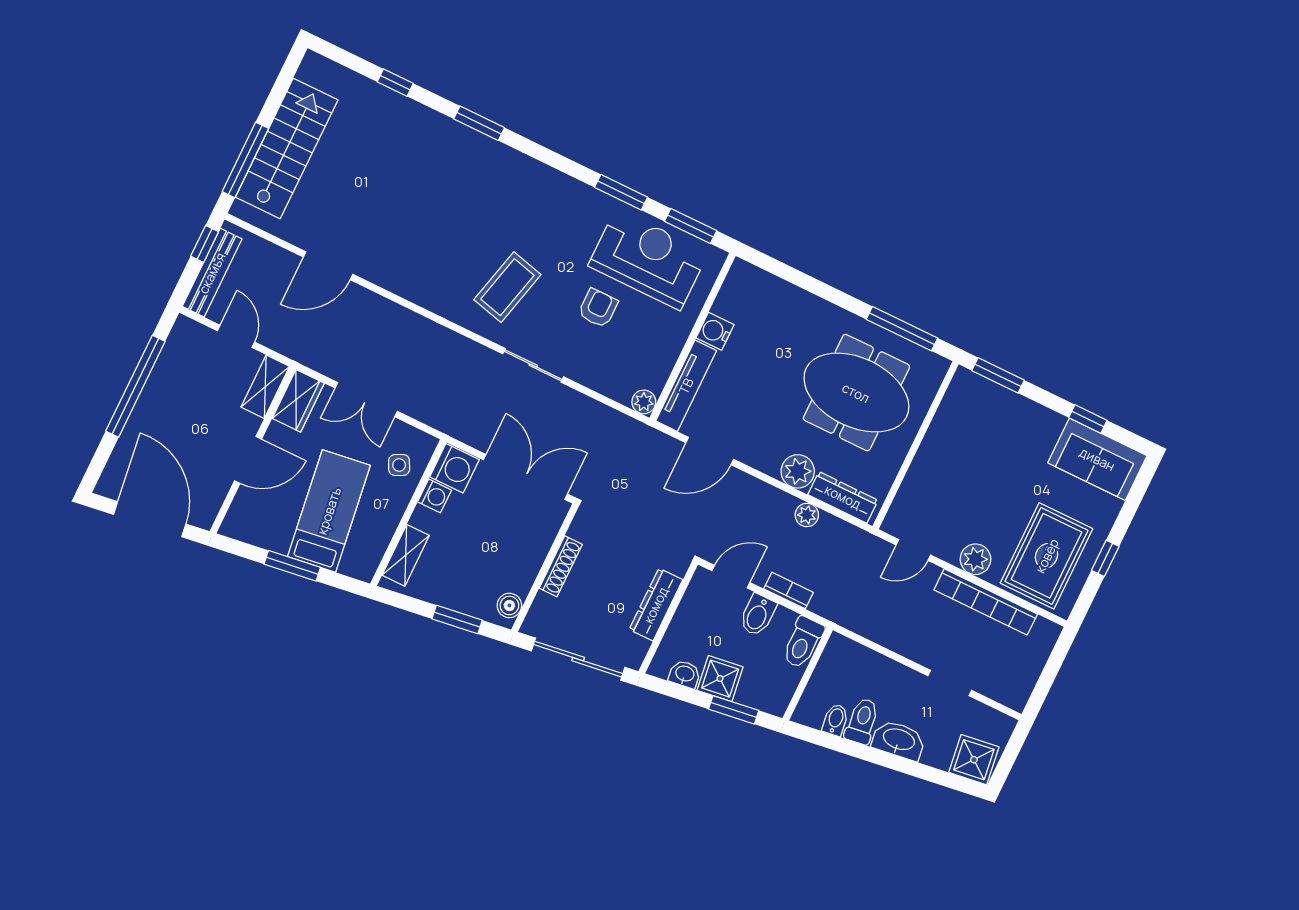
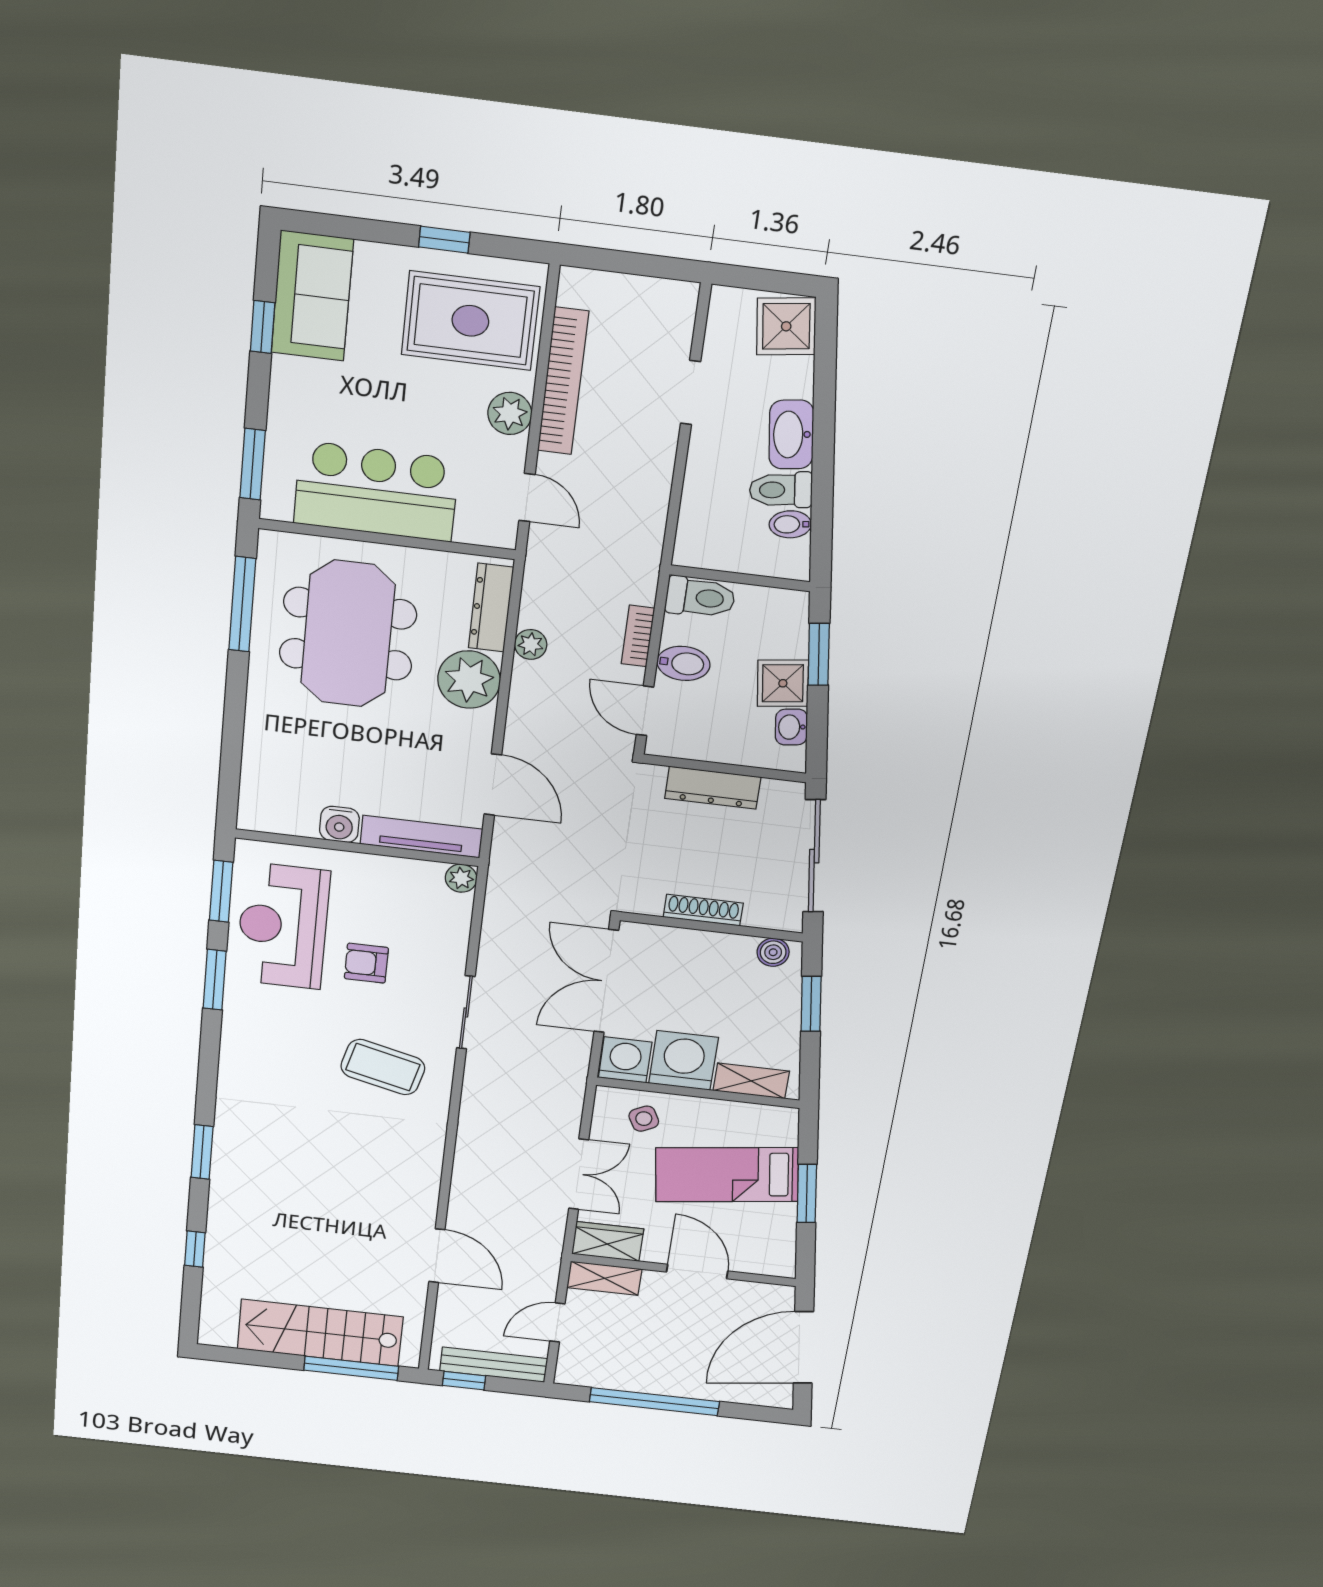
bar counter: (952, 451) -> (376, 491), added
plant: (798, 471) -> (469, 680), width x1.36, depth x1.36
washing machine: (435, 496) -> (684, 1060), width x1.89, depth x1.89

